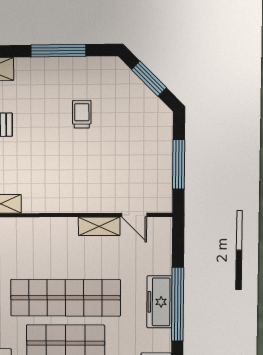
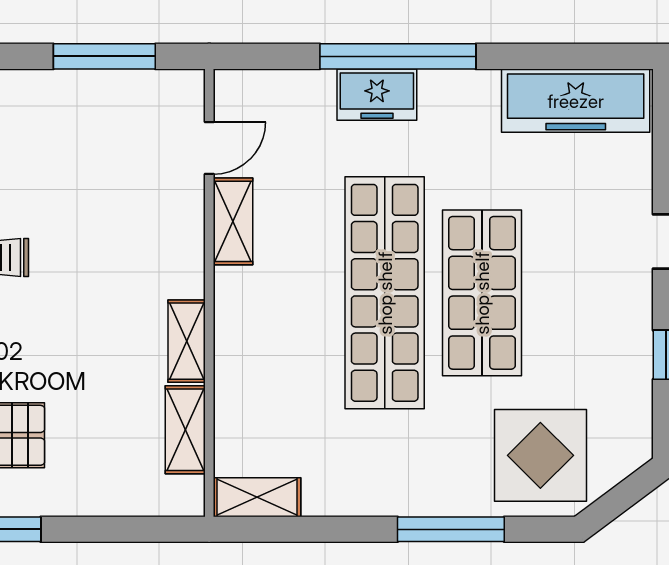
shelving: (42, 204) -> (187, 341), added
freezer: (159, 302) -> (377, 95), width x0.71

